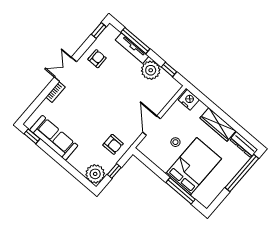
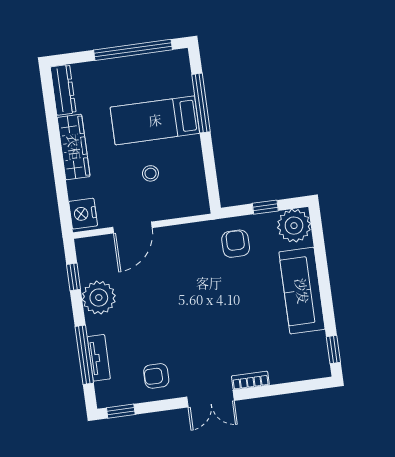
tv unit: (132, 48) -> (99, 358), width x0.71
door: (152, 126) -> (132, 228), moved
sofa: (54, 138) -> (302, 291), moved
bed: (194, 166) -> (155, 120), width x0.67
window: (242, 173) -> (133, 50), moved

